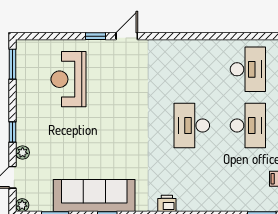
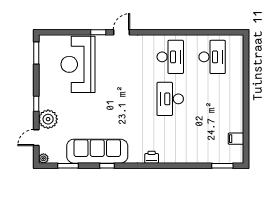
reception desk: (69, 79) -> (78, 64), width x1.36, depth x1.30
desk: (248, 125) -> (170, 57), moved
plant: (23, 153) -> (48, 119), width x1.87, depth x1.87

